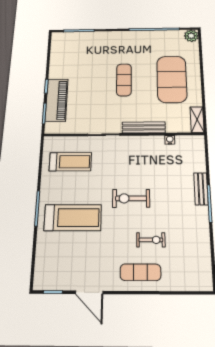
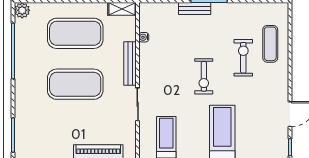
exercise mat: (124, 80) -> (75, 84), width x2.00, depth x1.45
exercise bike: (151, 240) -> (243, 58), width x1.38, depth x1.39
exercise mat: (140, 272) -> (270, 44), moved

